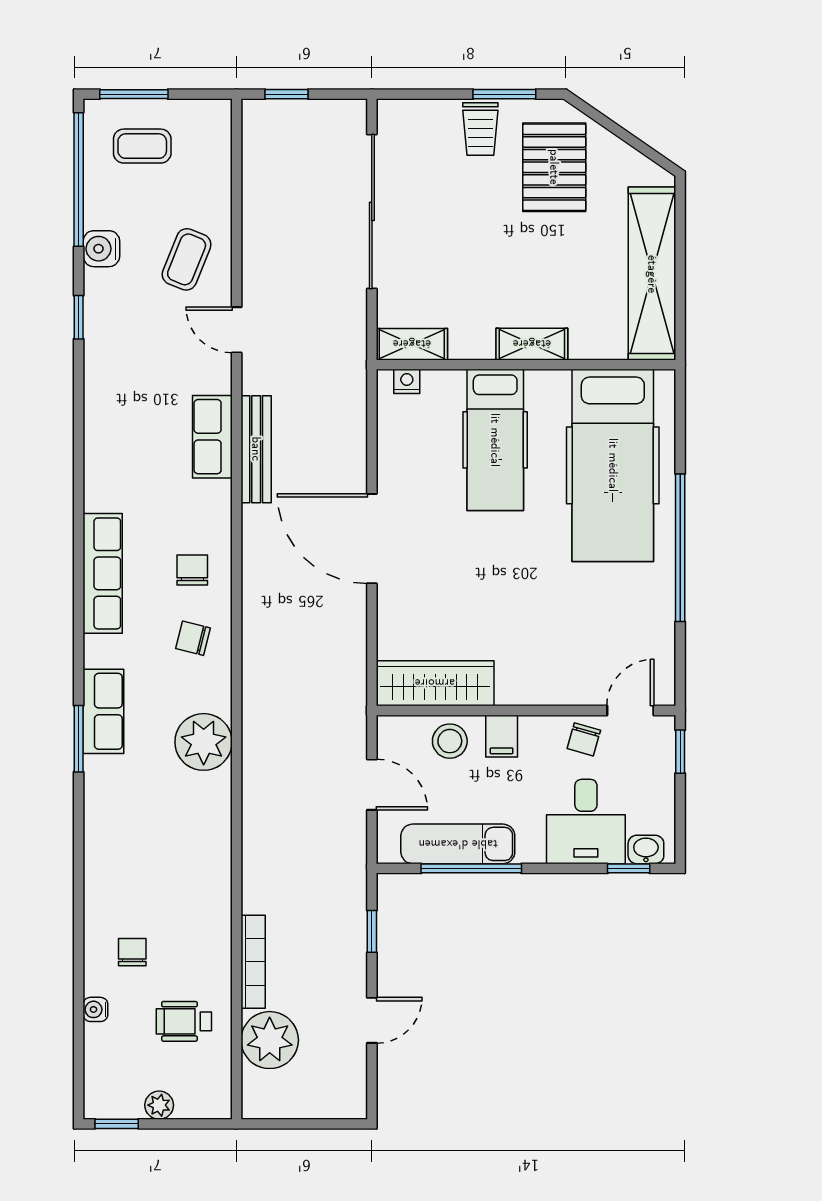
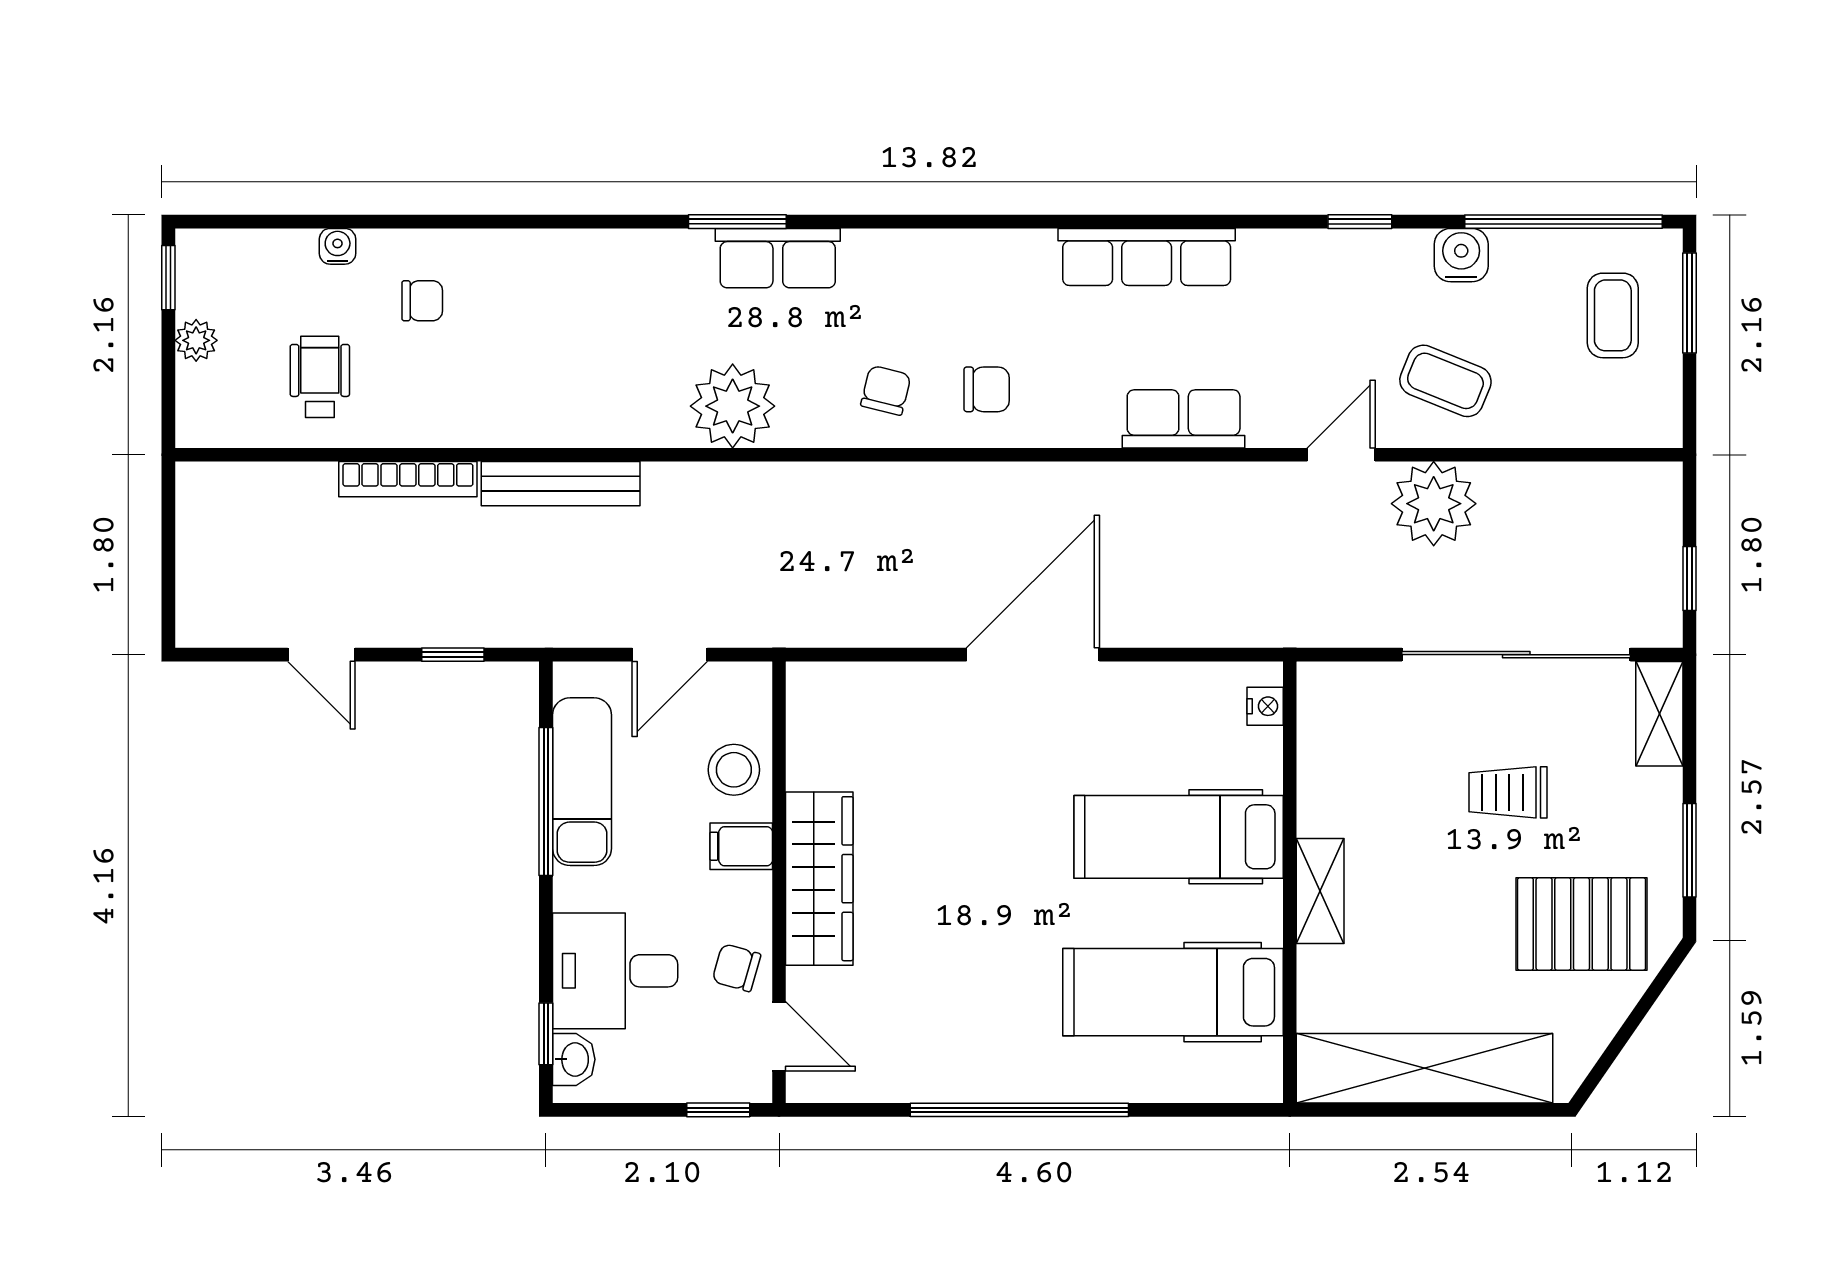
window: (286, 94) -> (1690, 579), moved
trolley: (480, 129) -> (1508, 792), moved
shelving: (412, 344) -> (1659, 714), moved
bench: (256, 449) -> (561, 484), moved
hospital bed: (613, 465) -> (1173, 992), width x0.73, depth x0.78
row of seats: (103, 573) -> (1147, 257), moved
wardrobe: (435, 683) -> (819, 879), moved
plant: (270, 1040) -> (1434, 504), moved

